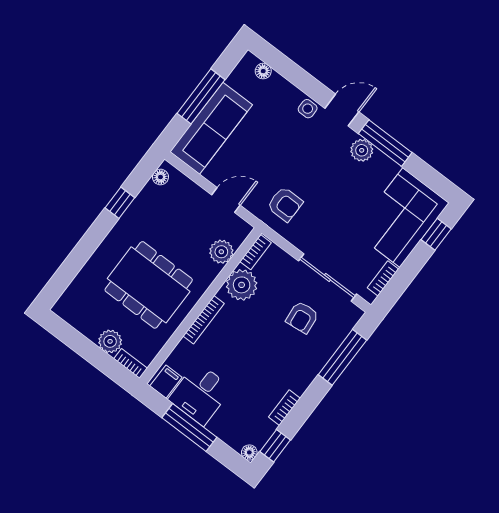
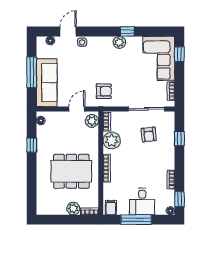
door: (342, 110) -> (68, 31), moved
window: (385, 143) -> (127, 31), width x0.46
plant: (221, 252) -> (92, 121), moved
window: (342, 357) -> (179, 139), width x0.46
desk: (200, 394) -> (142, 201), moved

